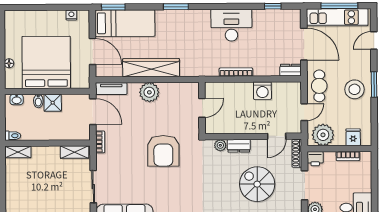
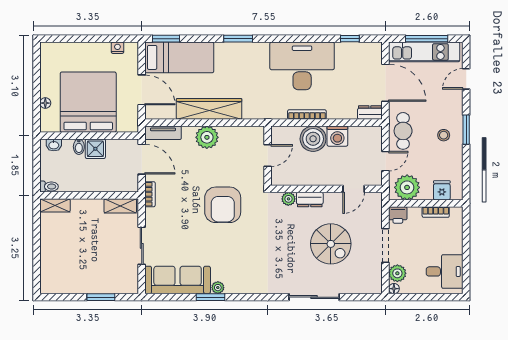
desk: (231, 25) -> (302, 66), width x1.36, depth x1.30
stool: (354, 89) -> (444, 135), width x0.53, depth x0.53
boiler: (241, 93) -> (313, 139), added
shoe rack: (297, 153) -> (377, 209), removed
spiral stairs: (257, 184) -> (331, 244), turned 180

